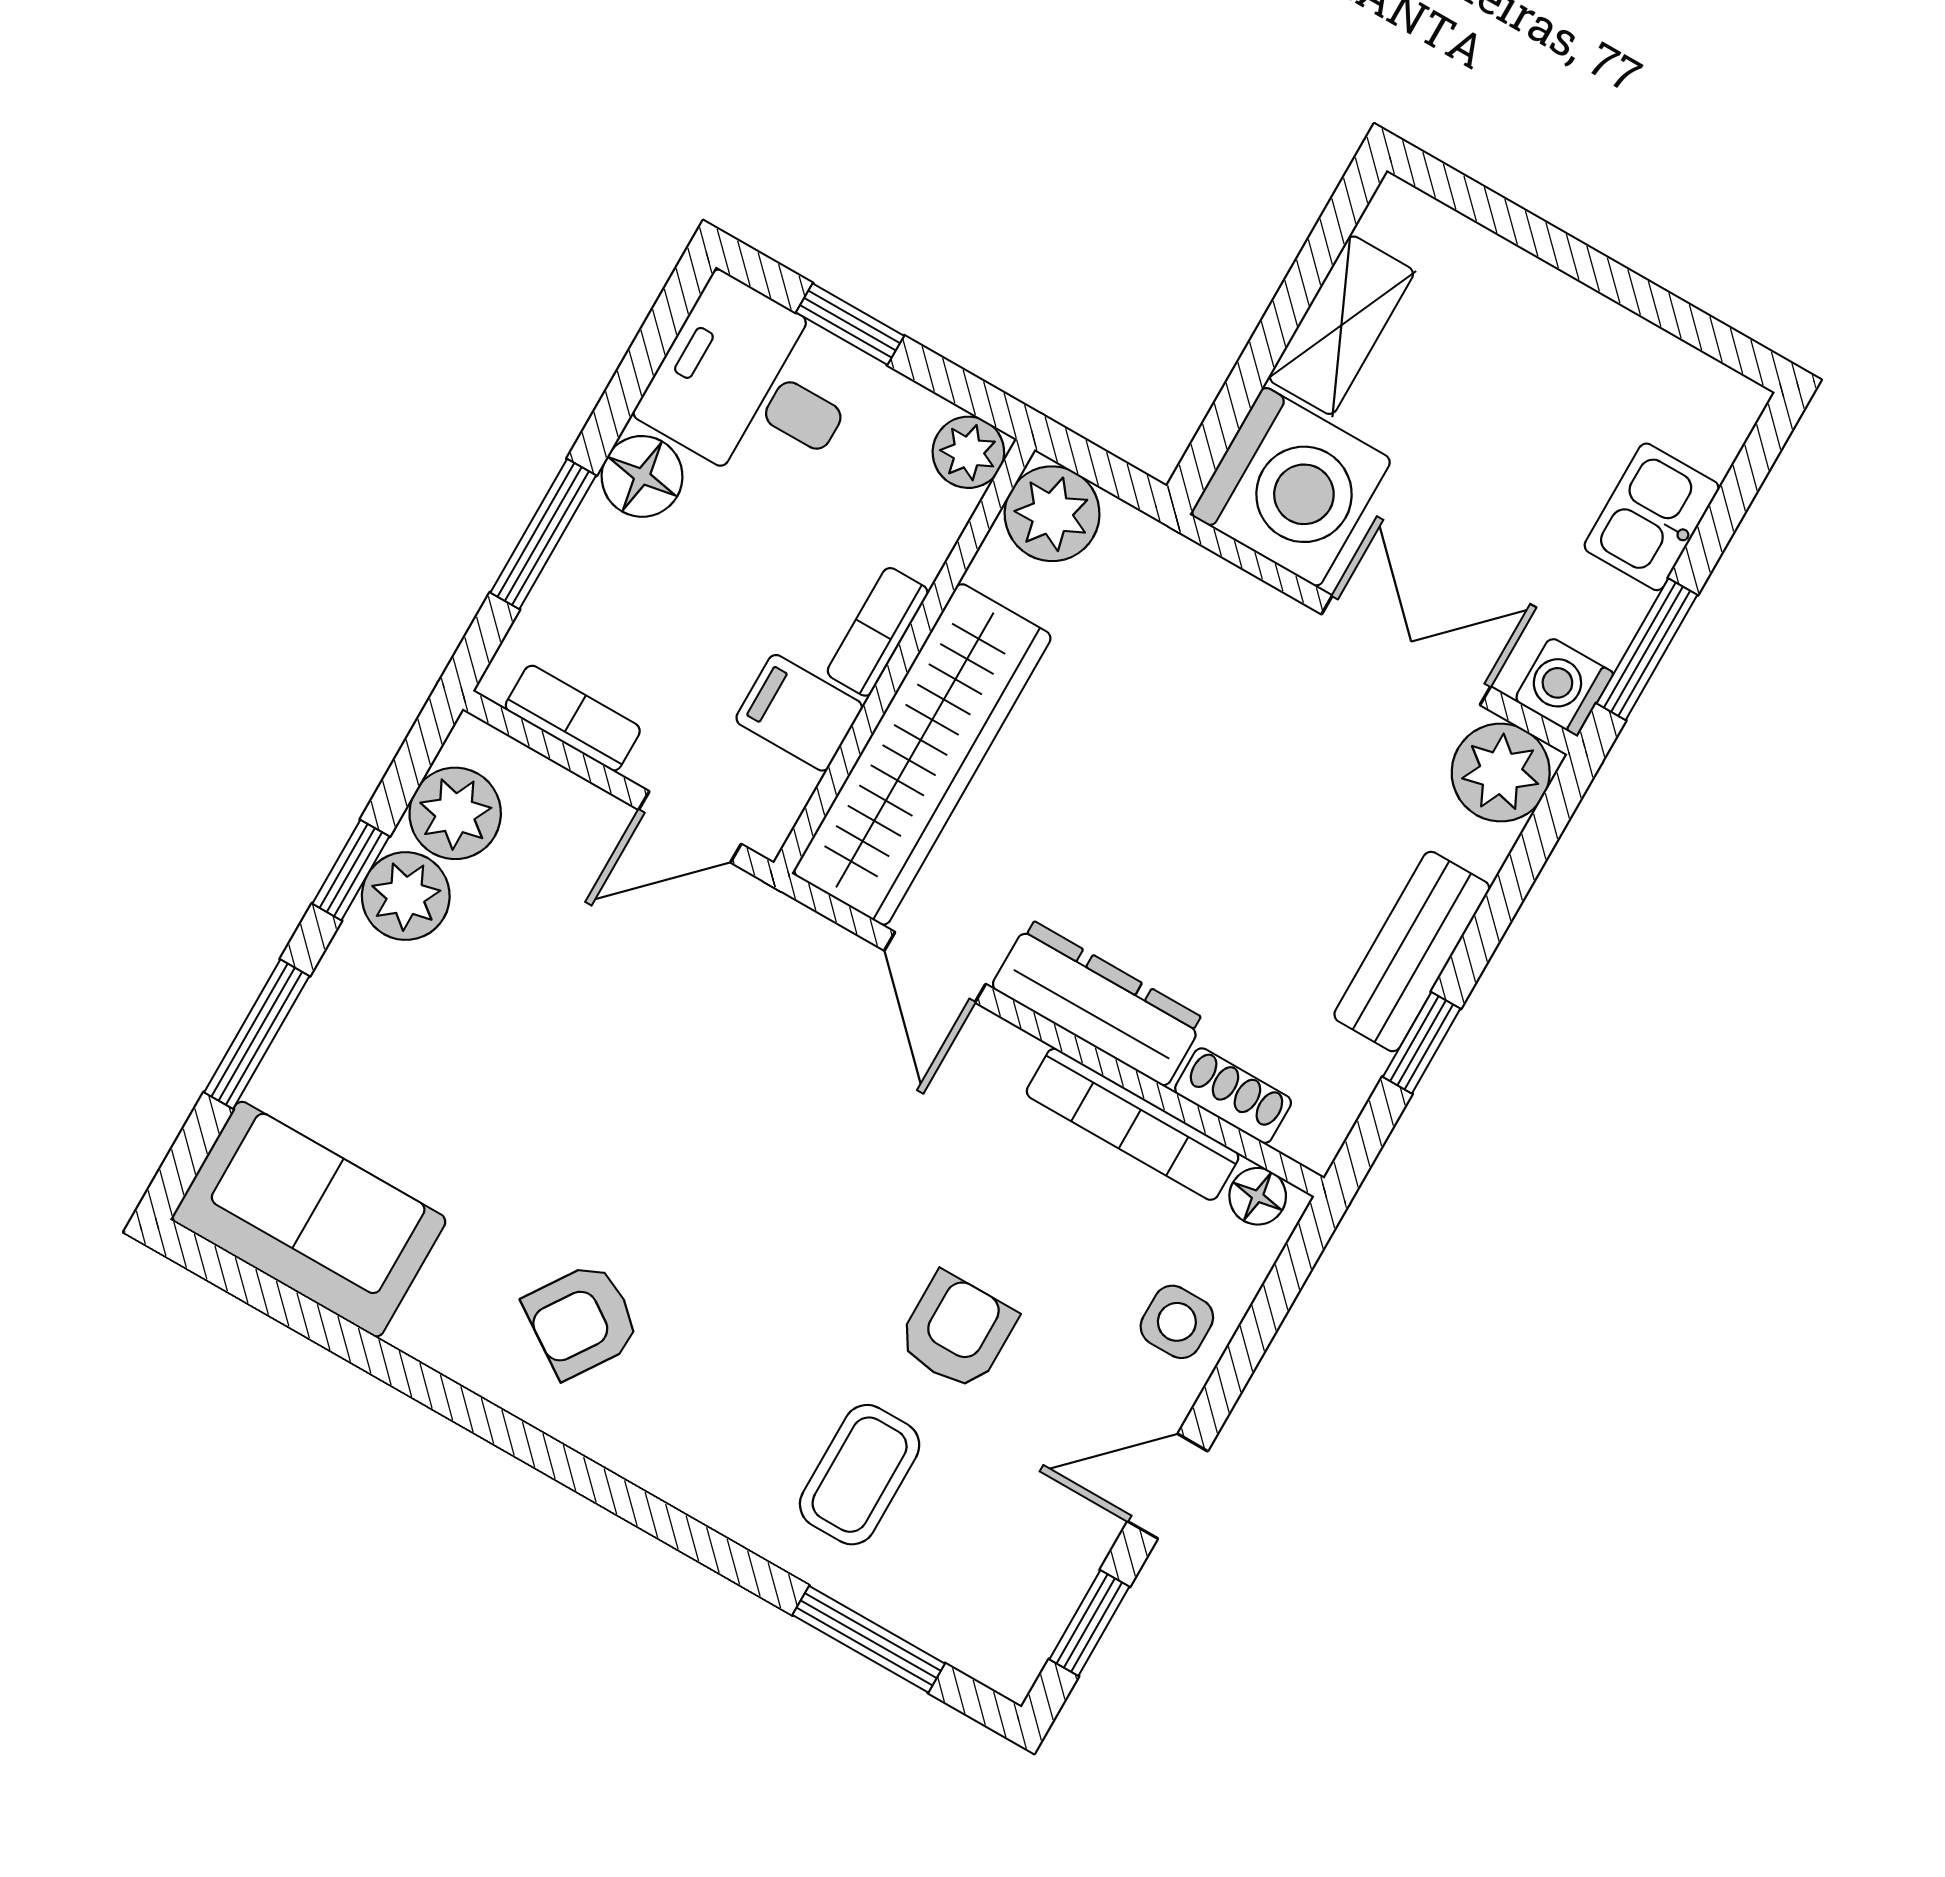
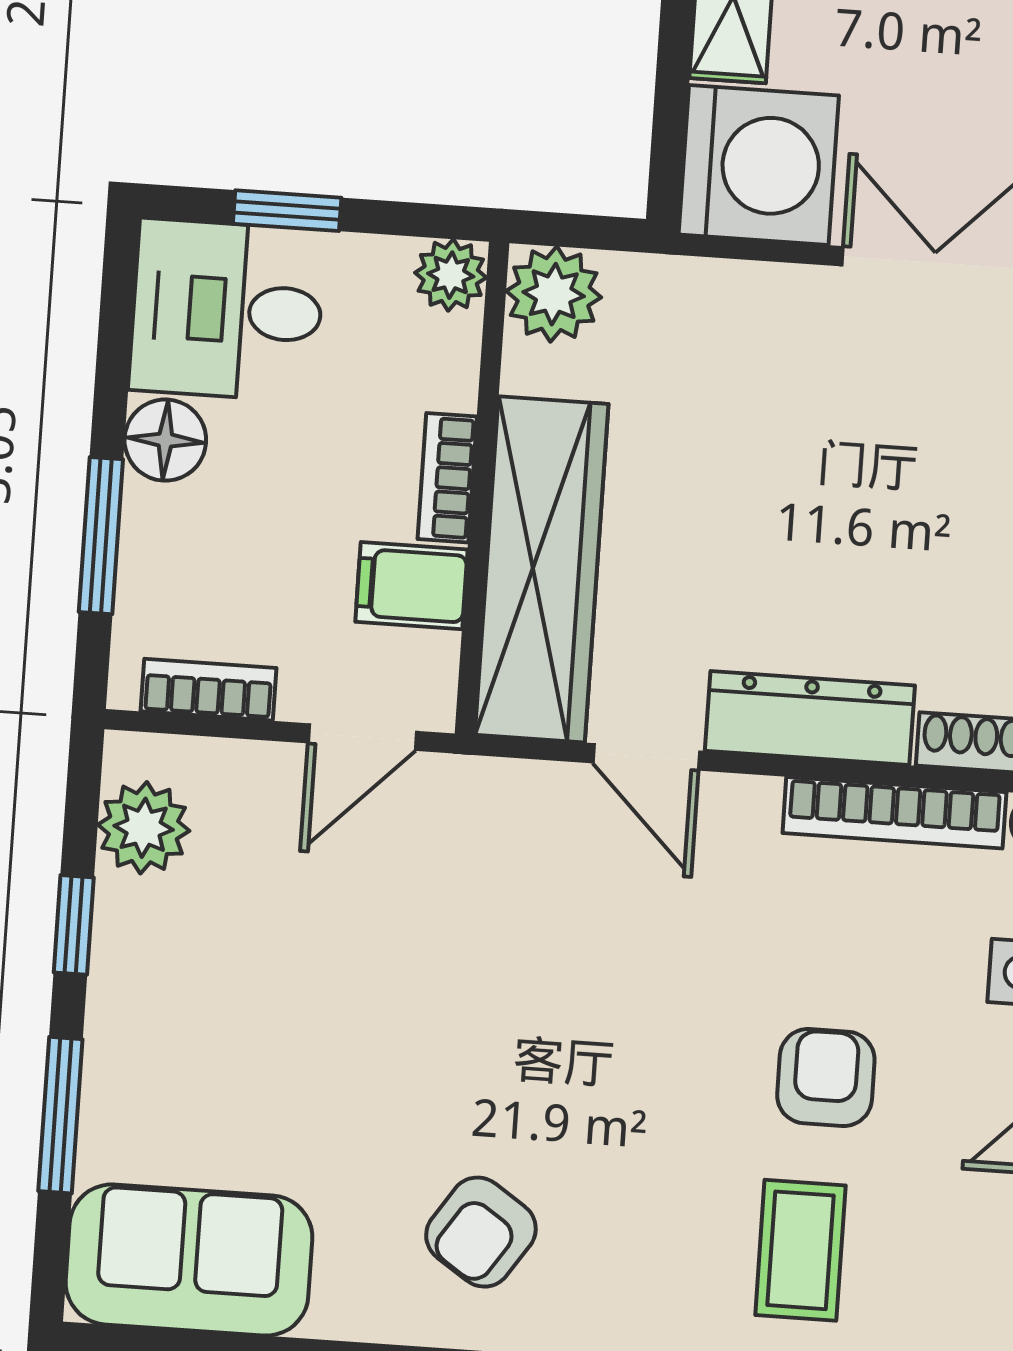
plant: (406, 896) -> (135, 924), removed

